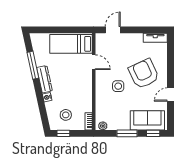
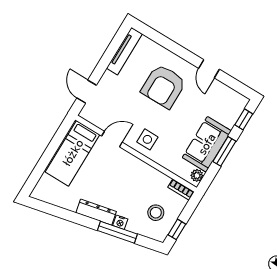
tv unit: (155, 38) -> (124, 51), width x1.41
window: (33, 65) -> (117, 232), moved
armchair: (144, 74) -> (164, 86), turned -65
side table: (118, 86) -> (147, 139), moved
sofa: (147, 120) -> (207, 144), moved

